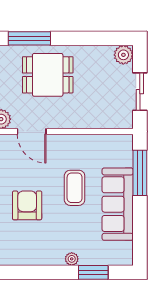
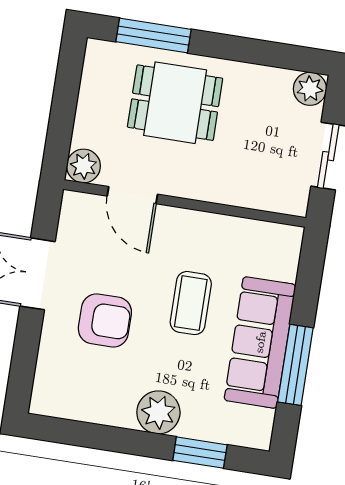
window: (140, 173) -> (295, 365), moved
armchair: (27, 205) -> (105, 320), turned 90
plant: (72, 259) -> (158, 412), width x1.88, depth x1.88

